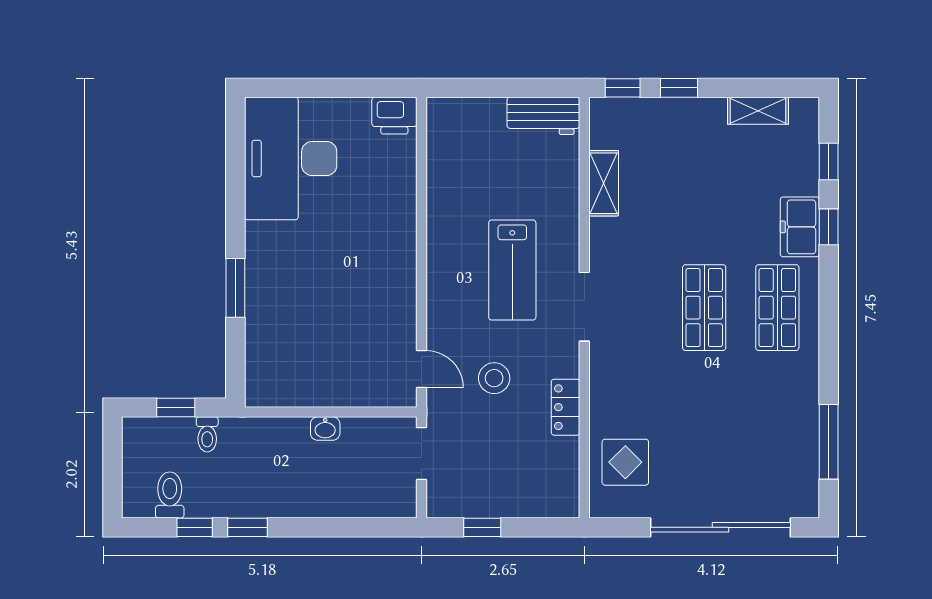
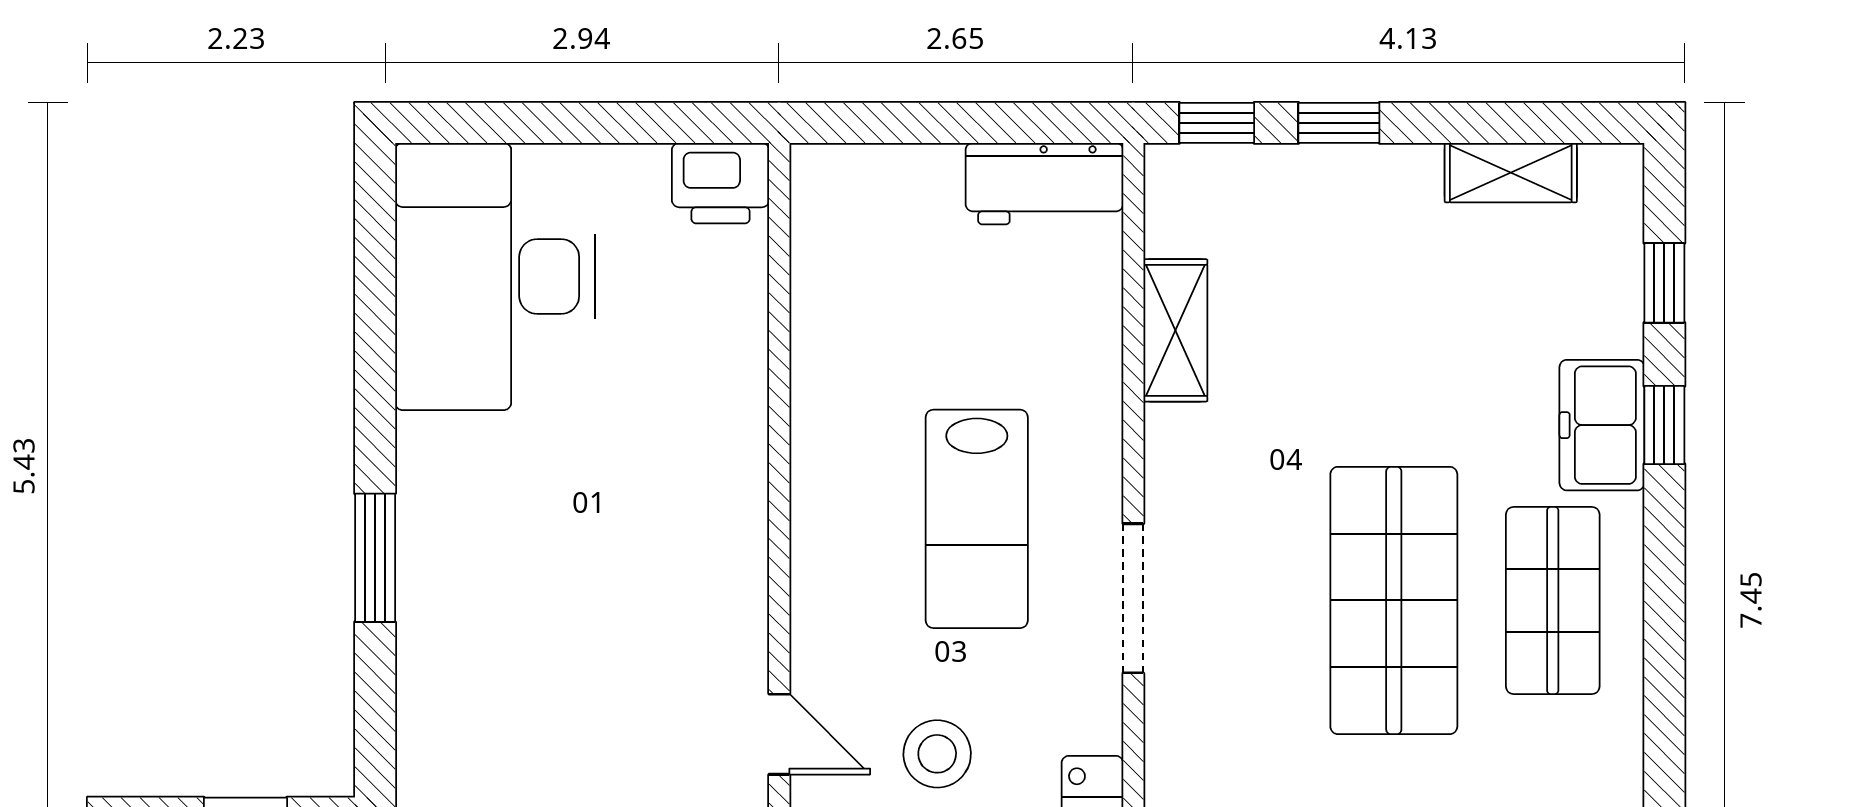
shop shelf: (704, 308) -> (1394, 600), width x1.43, depth x1.36

